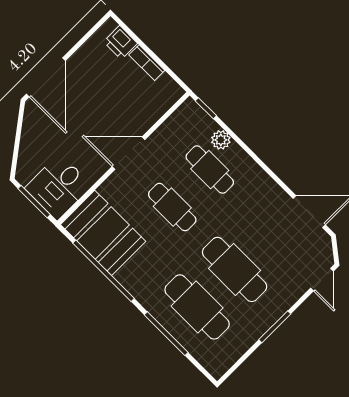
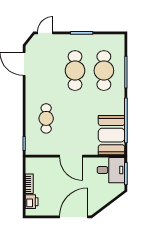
plant: (221, 140) -> (30, 126), removed
cafe table: (172, 207) -> (75, 118), removed

